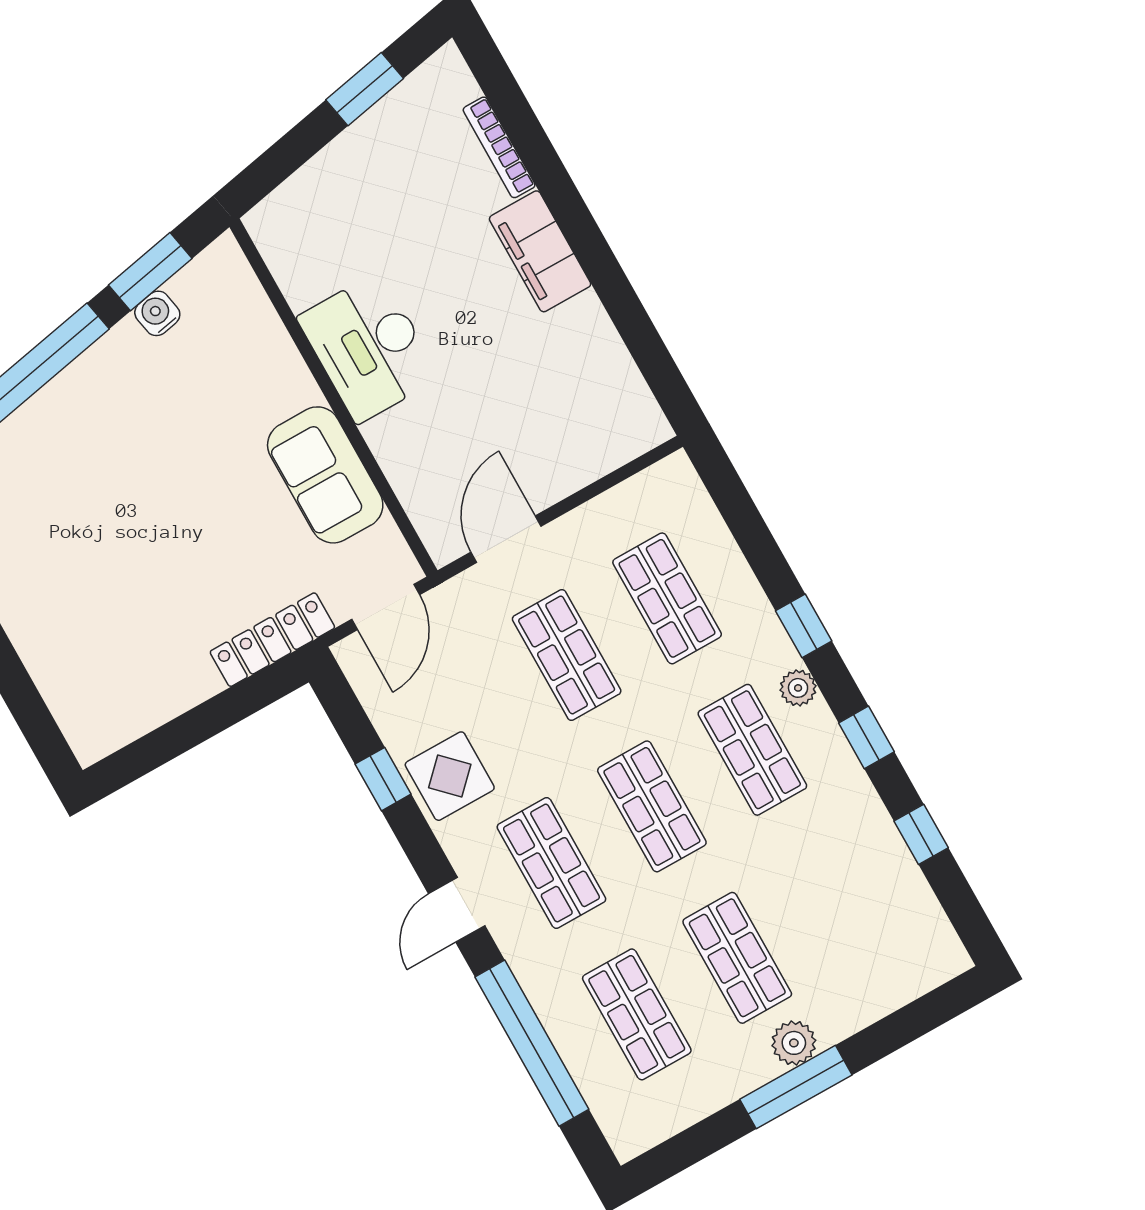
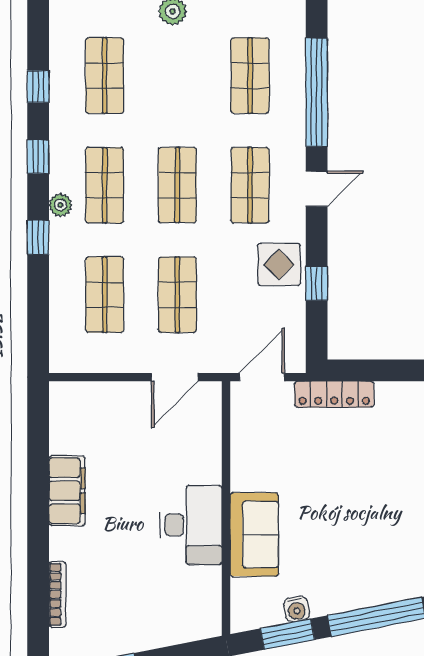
filing cabinet: (540, 251) -> (67, 491), moved
sofa: (325, 475) -> (254, 535), moved
shop shelf: (737, 958) -> (105, 76), moved

